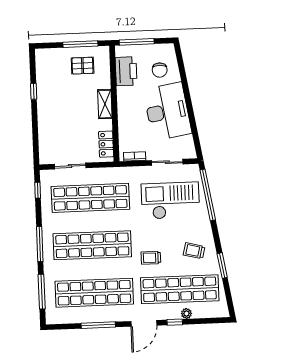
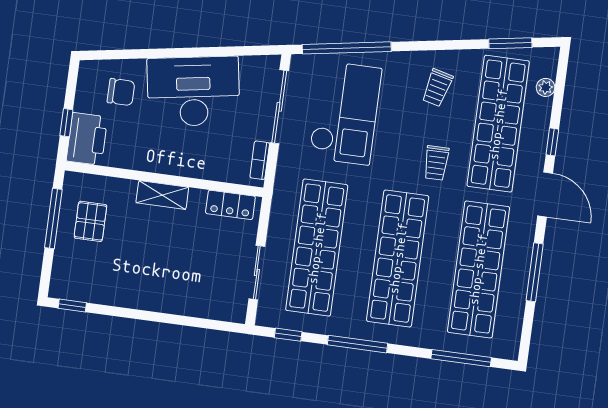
window: (137, 42) -> (66, 123), width x0.46
printer: (126, 71) -> (87, 139), moved, turned 90
window: (34, 91) -> (72, 305), moved
sliding door: (167, 162) -> (279, 107), width x1.37
checkout: (170, 201) -> (345, 113), turned 180
window: (40, 244) -> (357, 344), moved
window: (222, 266) -> (510, 43), moved
plant: (186, 314) -> (546, 87), moved

